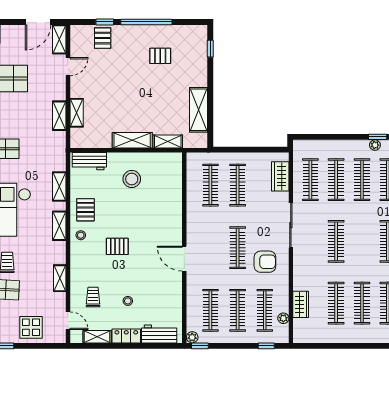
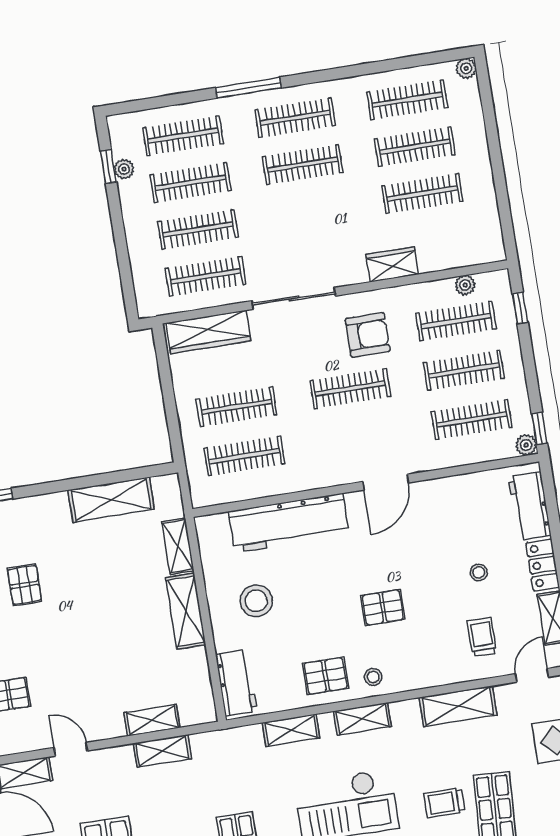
wardrobe: (280, 176) -> (208, 332), width x1.50
workbench: (171, 203) -> (289, 523), added
clothes rail: (336, 241) -> (303, 165), moved
pallet: (117, 246) -> (383, 607), turned 90
armchair: (265, 262) -> (368, 335), turned 90
shelving: (60, 278) -> (458, 706), width x1.50, depth x1.33
trolley: (93, 297) -> (482, 637), turned 90
wardrobe: (301, 304) -> (392, 264), moved

